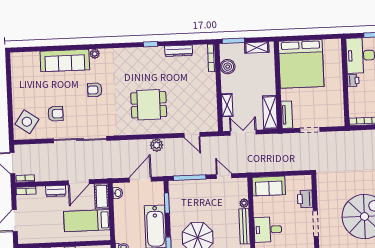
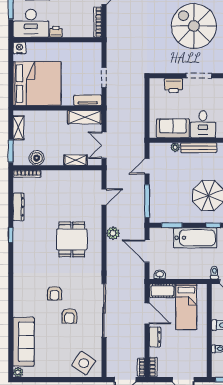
nightstand: (336, 45) -> (19, 48), added
plant: (95, 54) -> (18, 372), moved
sofa: (65, 61) -> (24, 342), moved
armchair: (56, 114) -> (69, 316), moved, turned 180
sofa: (269, 186) -> (173, 128), moved, turned -90

